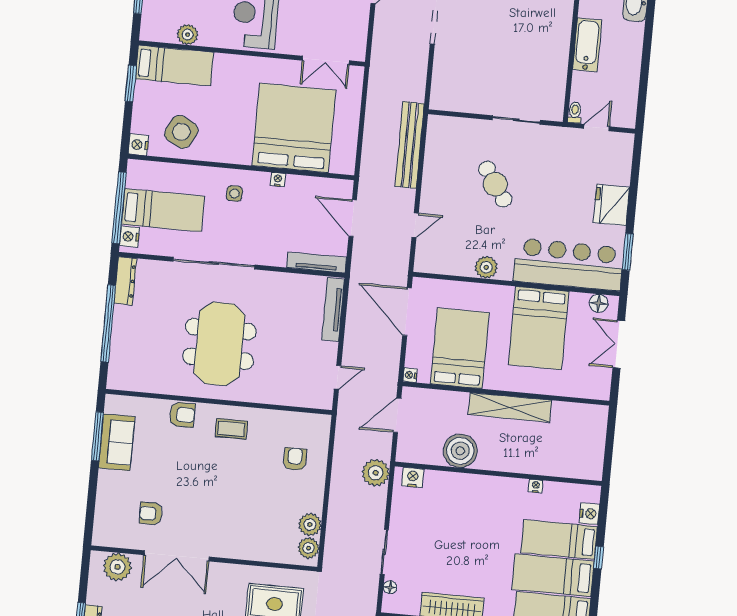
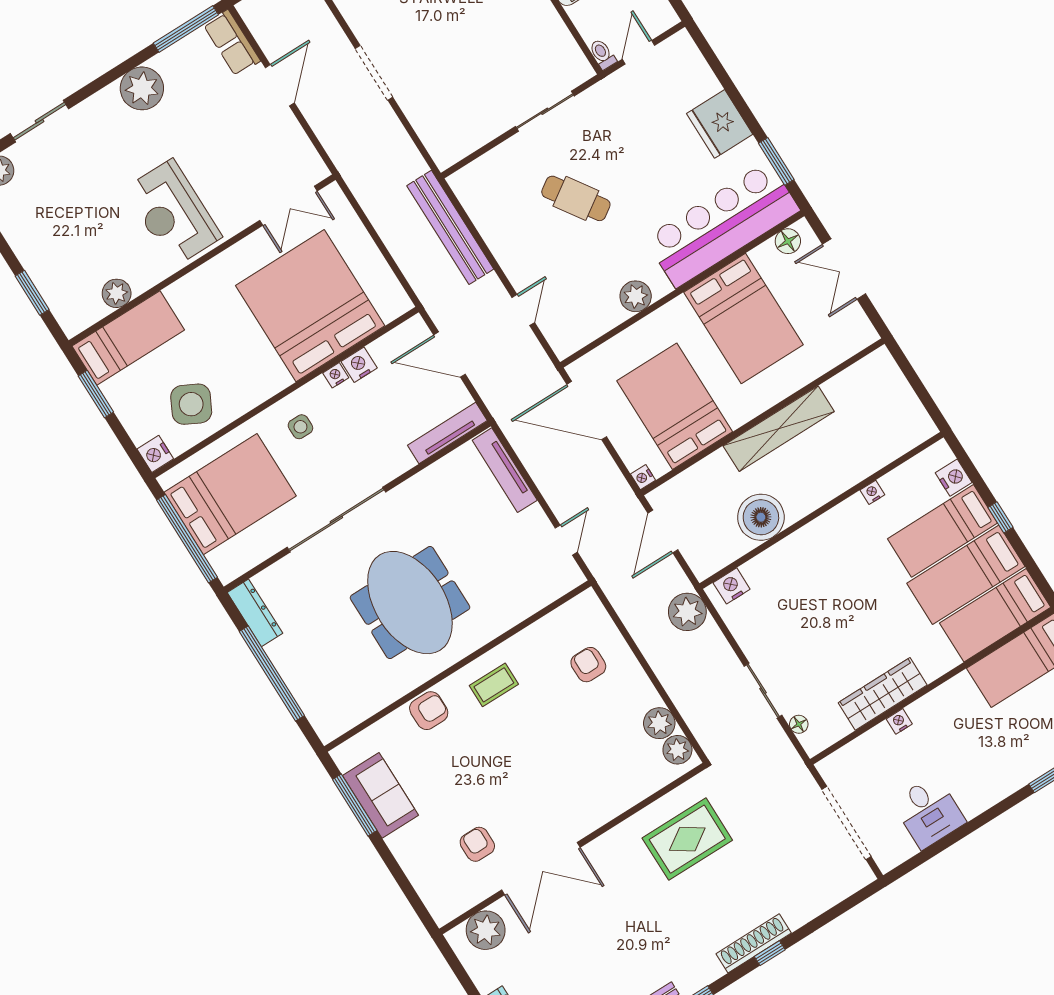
bed: (163, 210) -> (230, 494), width x1.50
nightstand: (129, 237) -> (359, 365), moved, turned 90
armchair: (151, 514) -> (477, 844), turned 90

